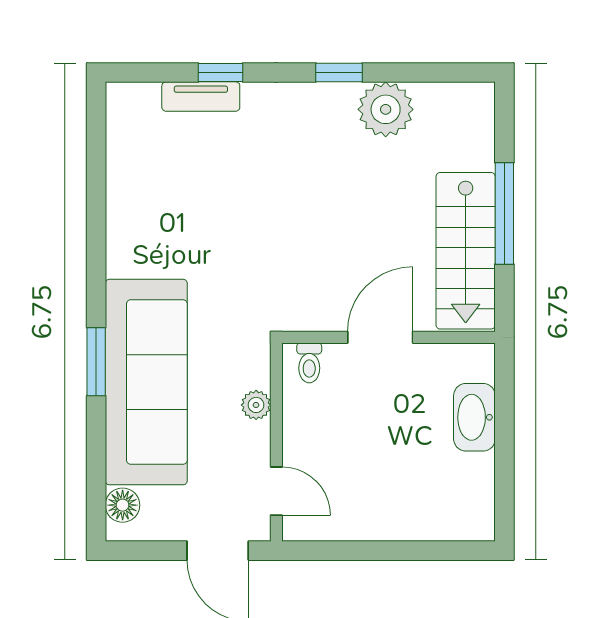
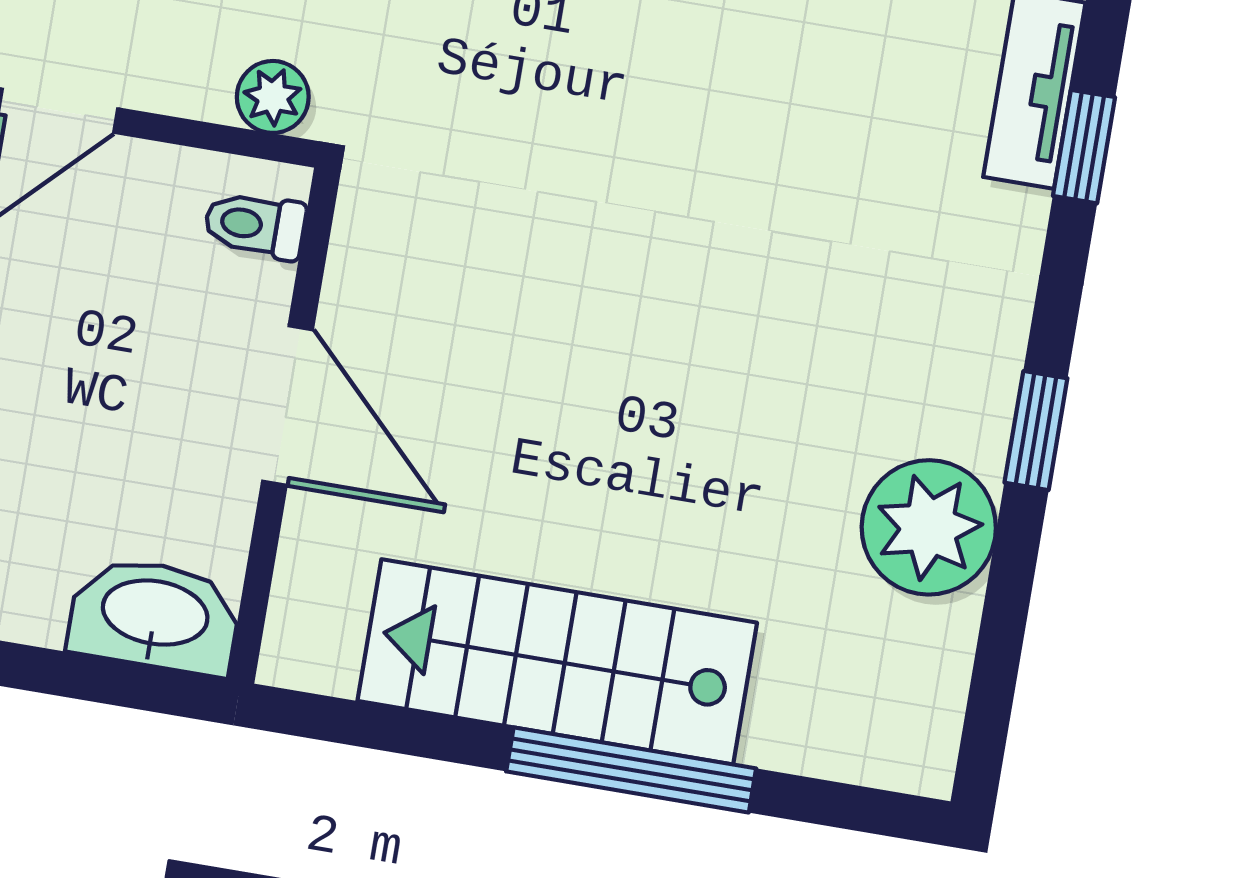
door: (380, 337) -> (288, 405), moved
wall: (389, 337) -> (284, 426), moved
toilet: (309, 363) -> (255, 225), moved

